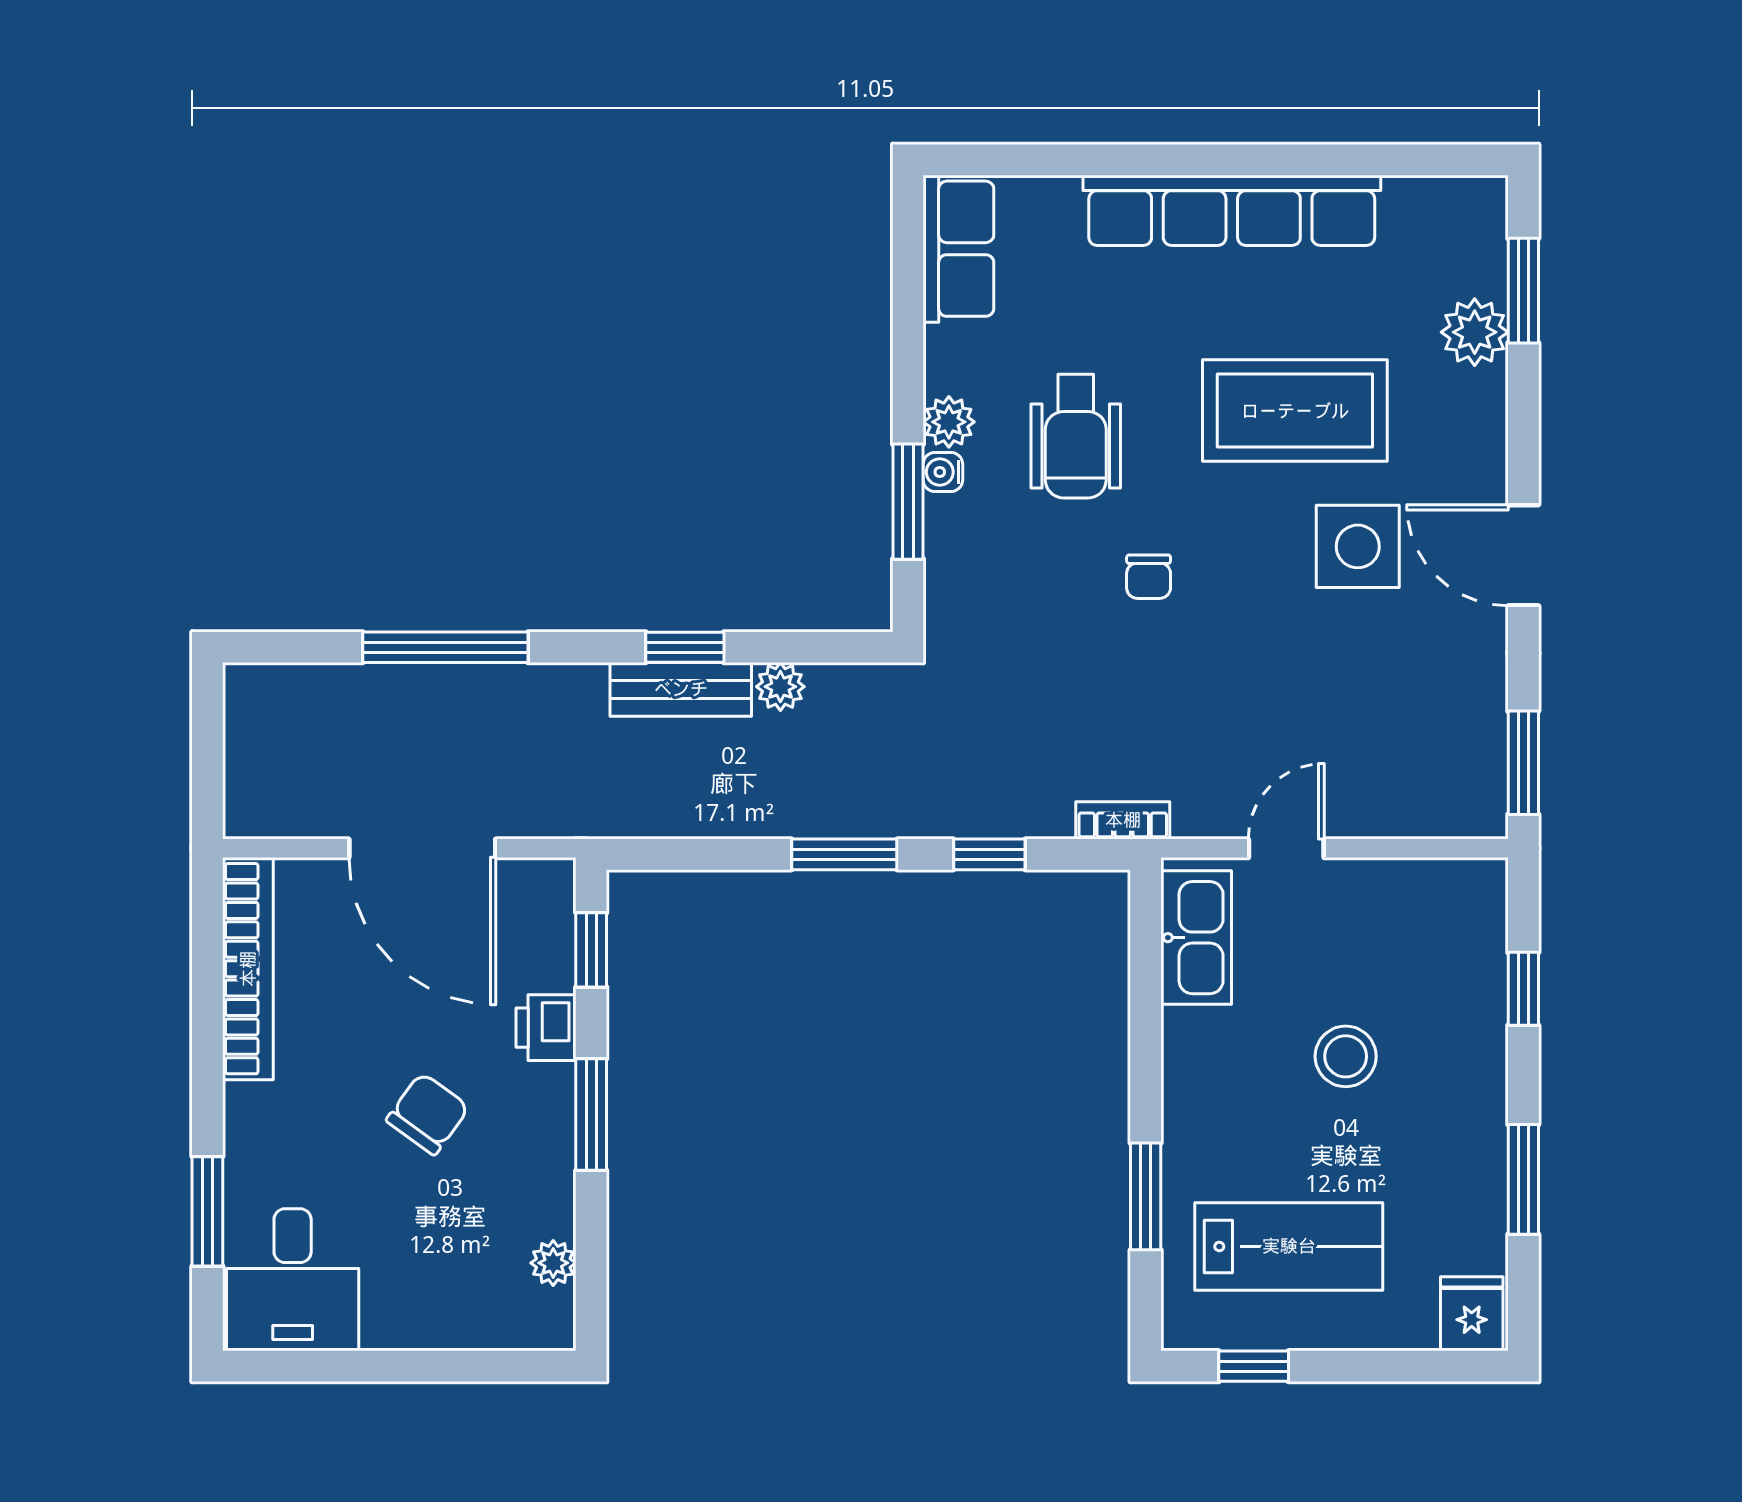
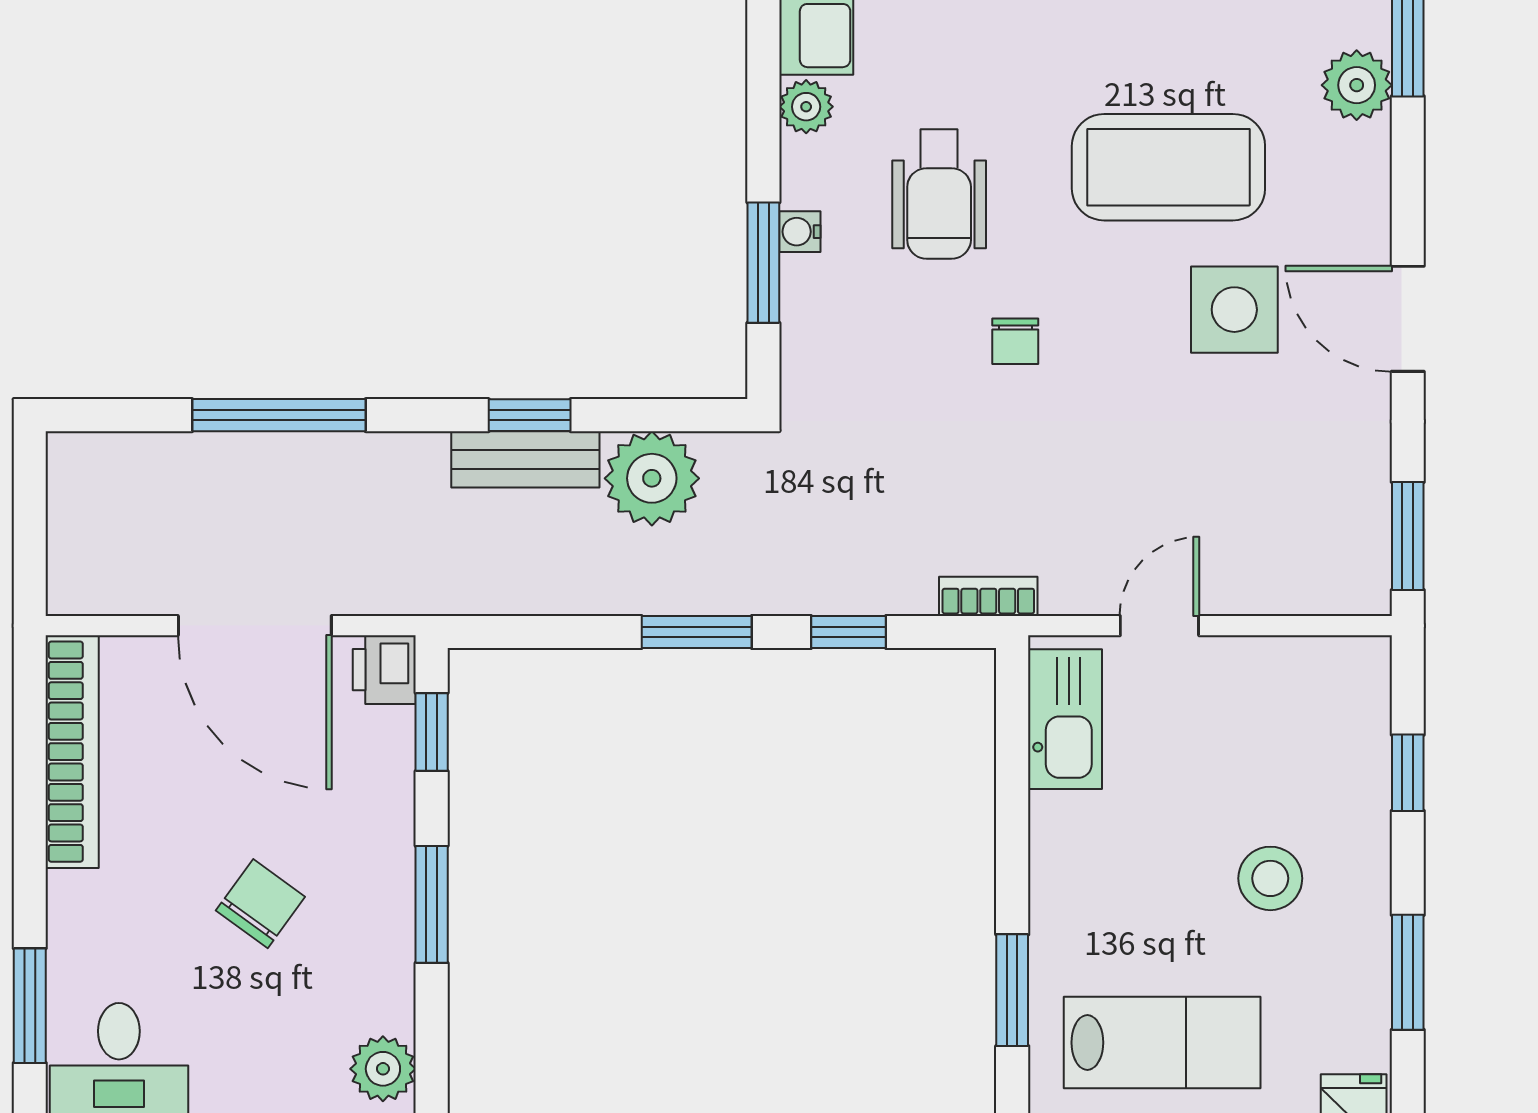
plant: (949, 422) -> (806, 107), moved
plant: (780, 687) -> (652, 478), width x1.87, depth x1.87
printer: (546, 1028) -> (384, 670), moved
stool: (1346, 1056) -> (1270, 878), moved
plant: (553, 1263) -> (383, 1069), width x1.38, depth x1.38

